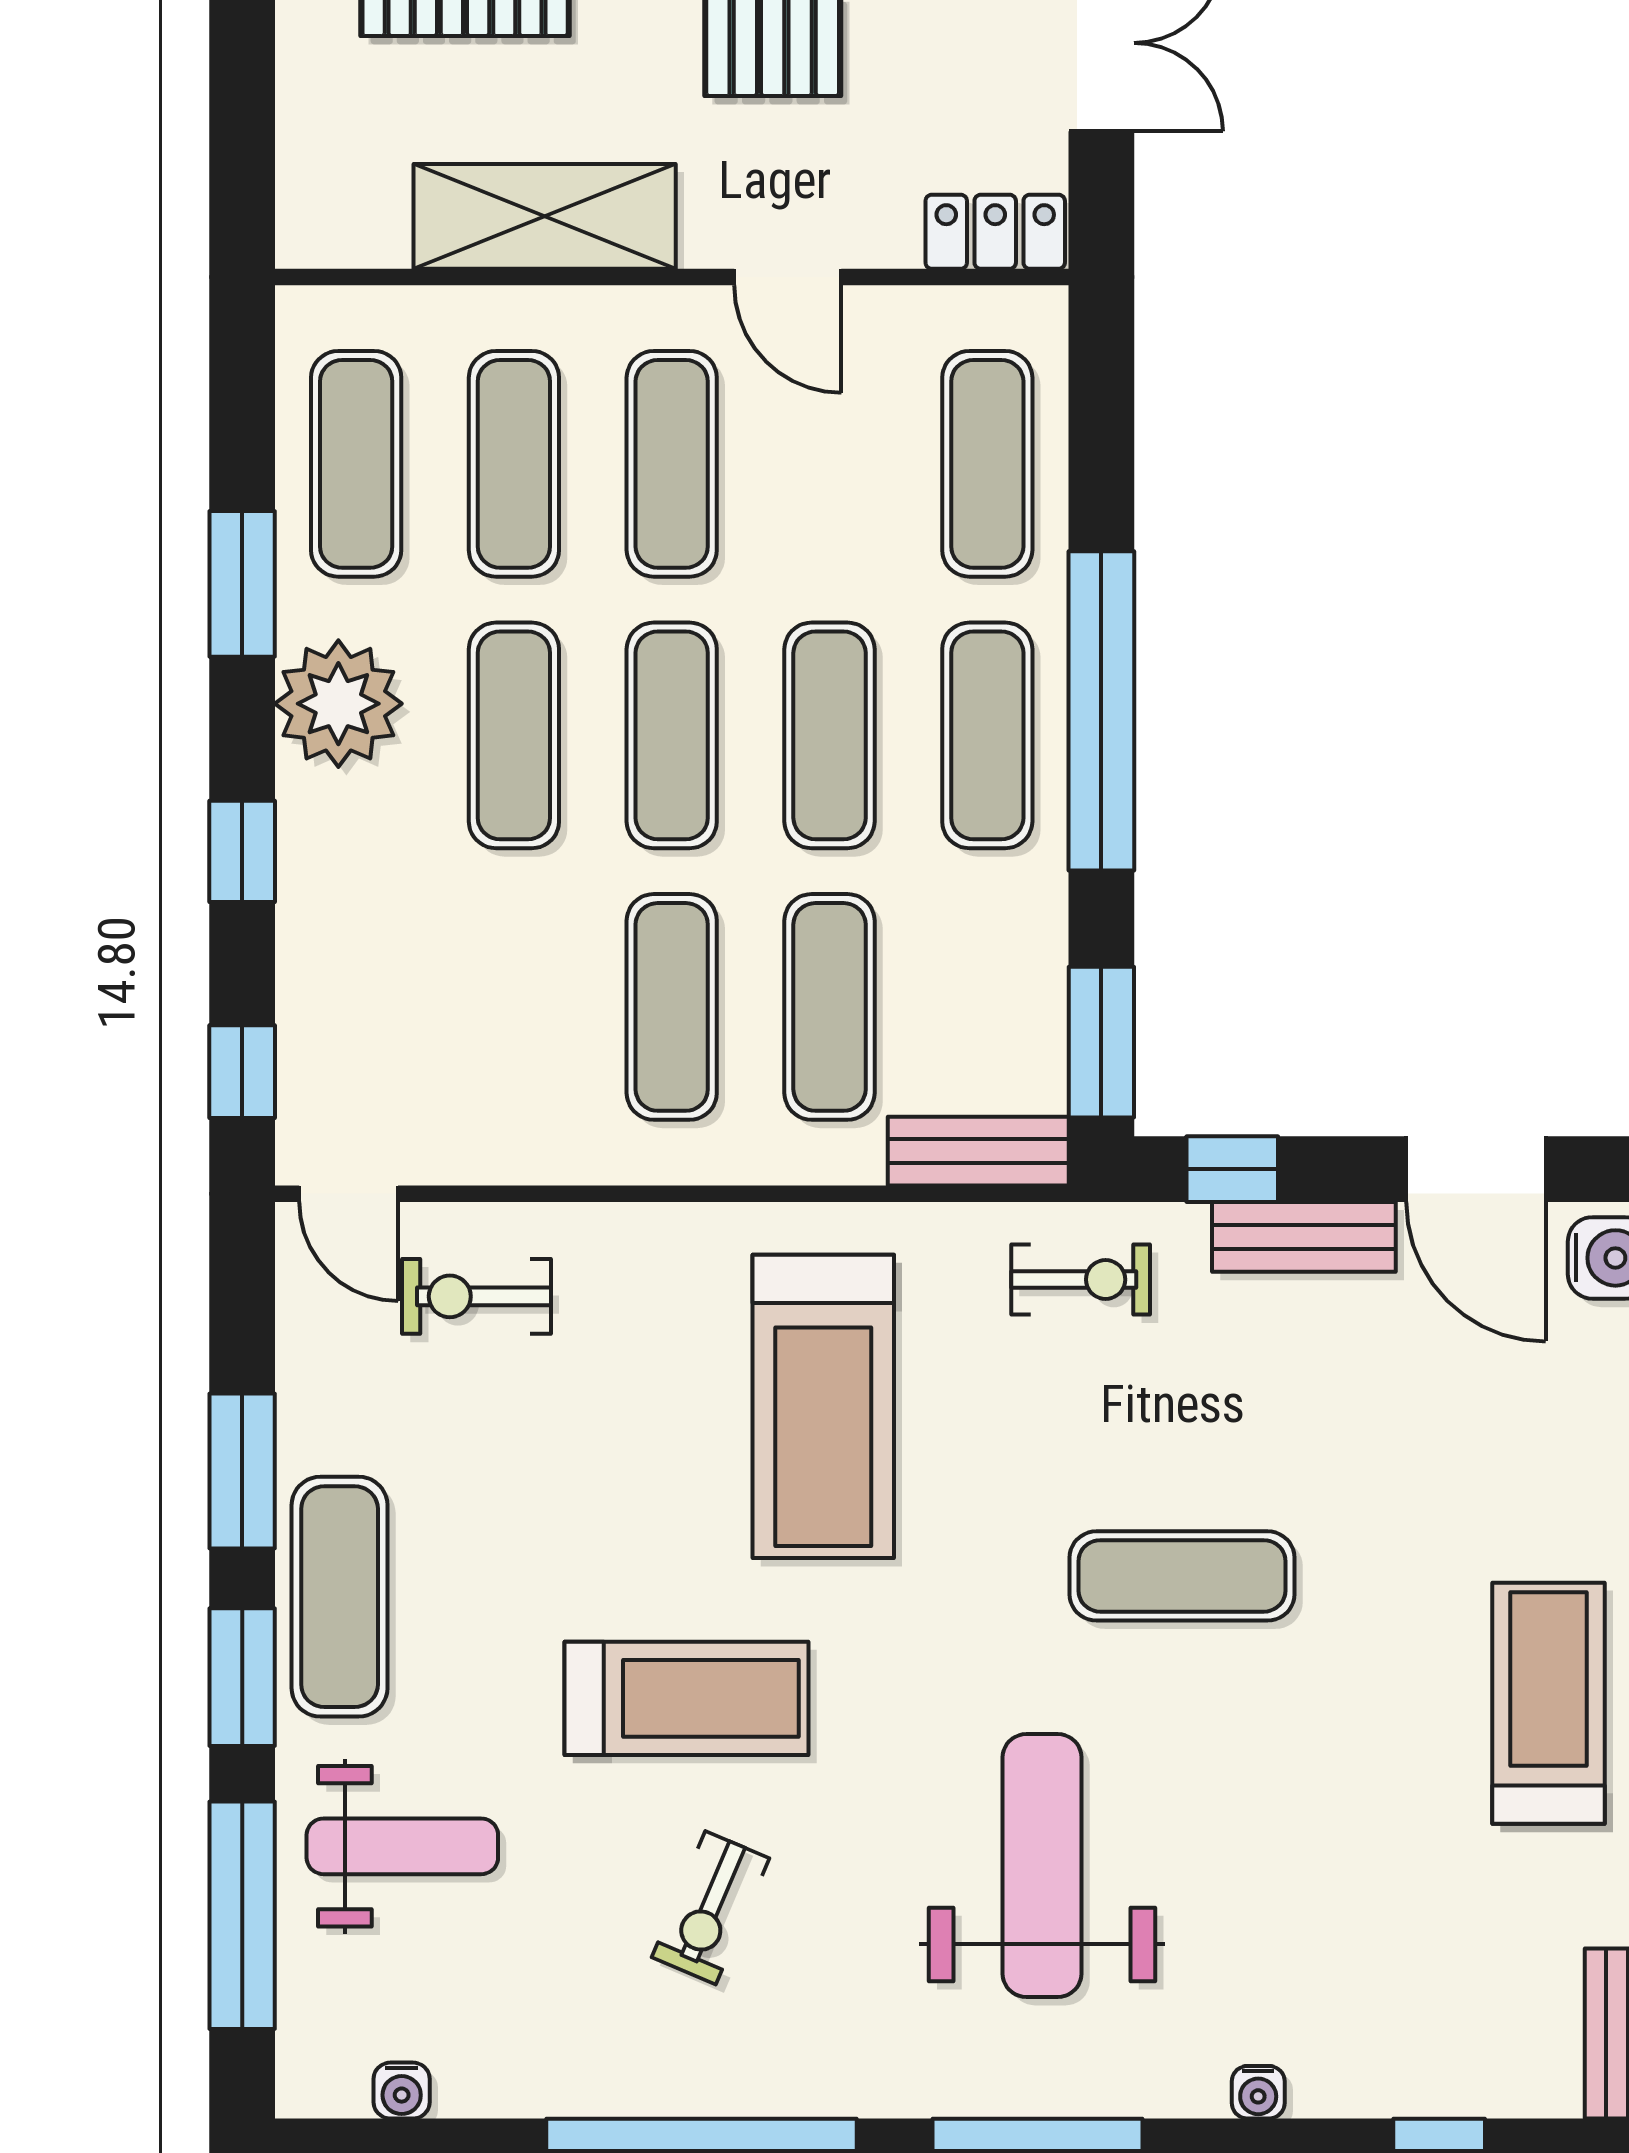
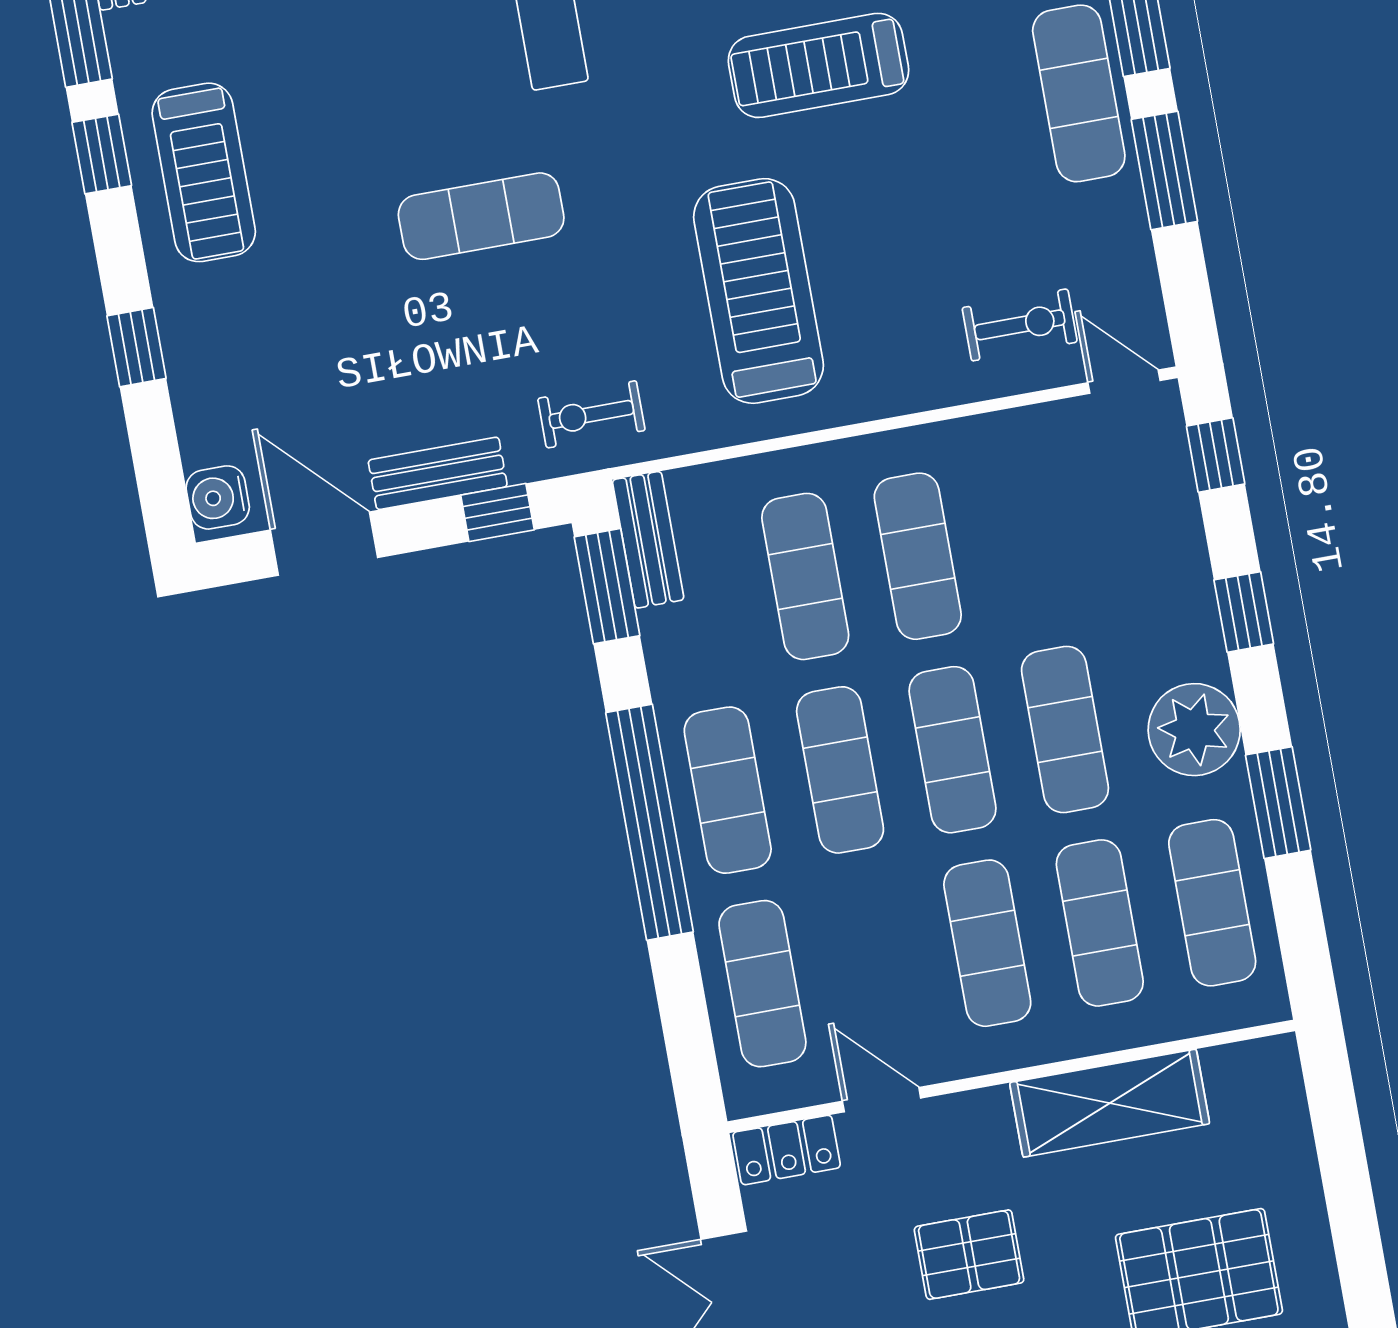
door: (788, 277) -> (882, 1100), moved
bench: (978, 1151) -> (648, 540), moved, turned 90

